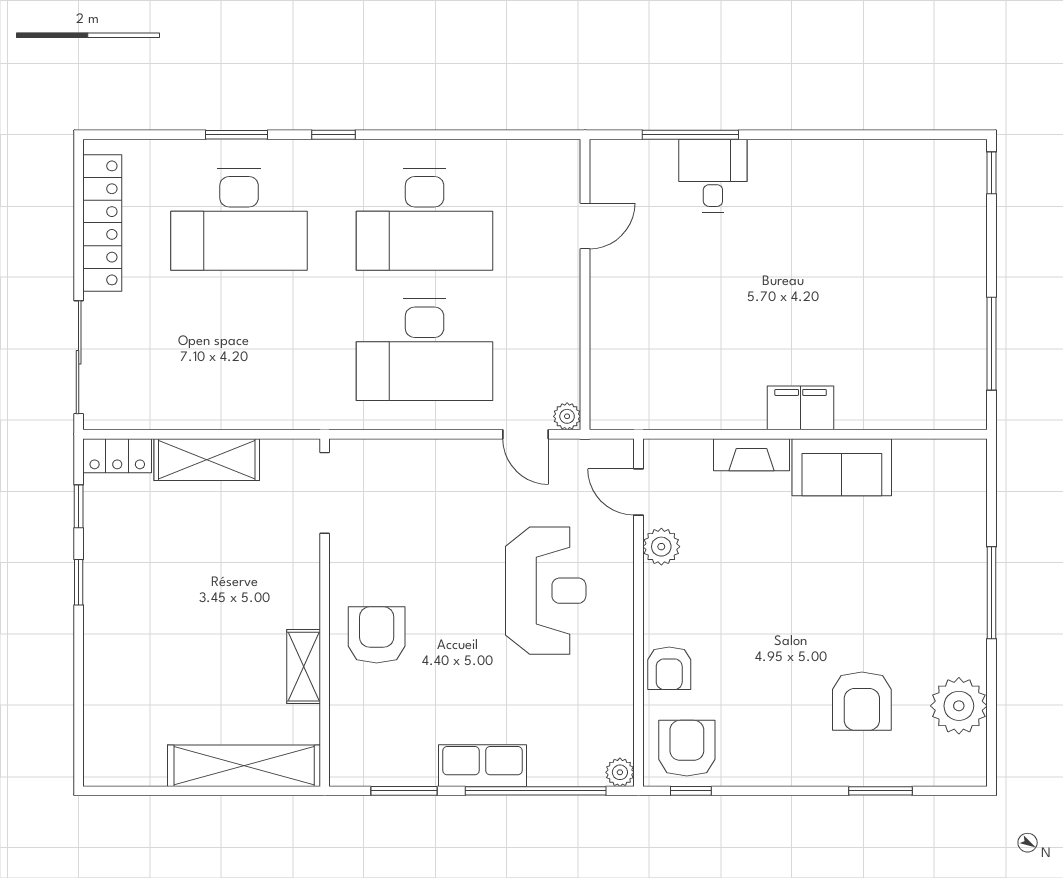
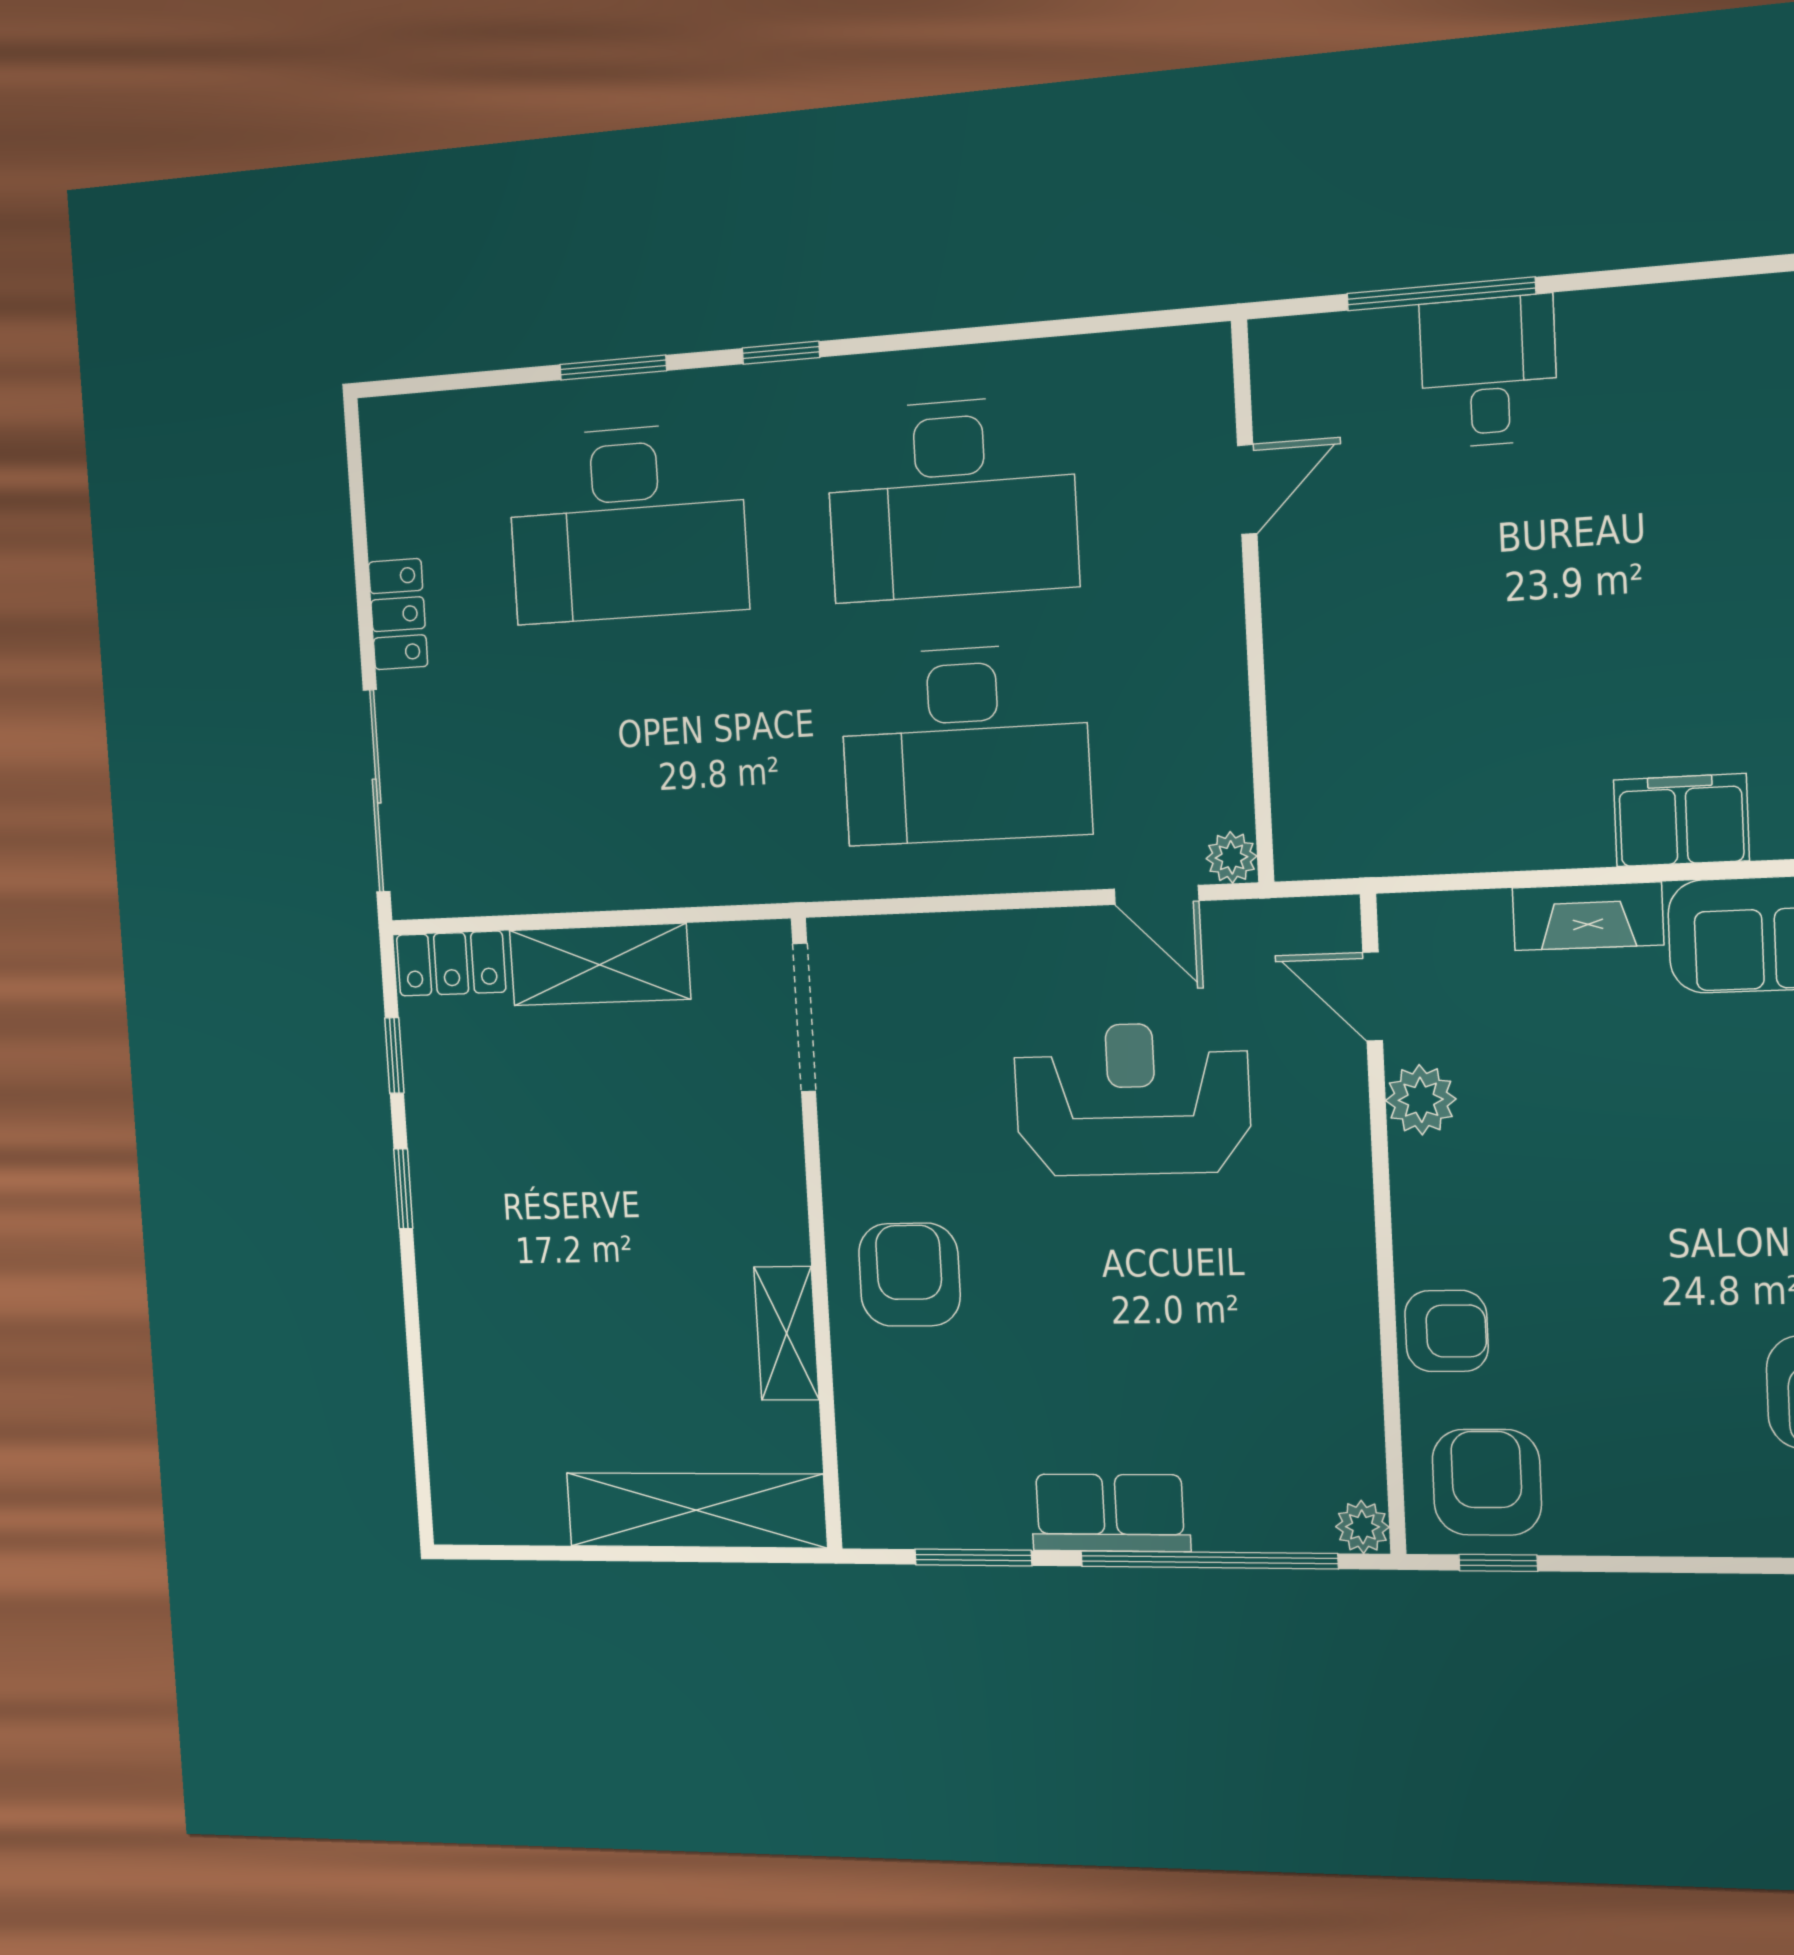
locker: (102, 223) -> (398, 614), width x0.46, depth x0.83
reception desk: (546, 591) -> (1132, 1099), moved, turned -90
armchair: (669, 668) -> (1446, 1331), turned -90

